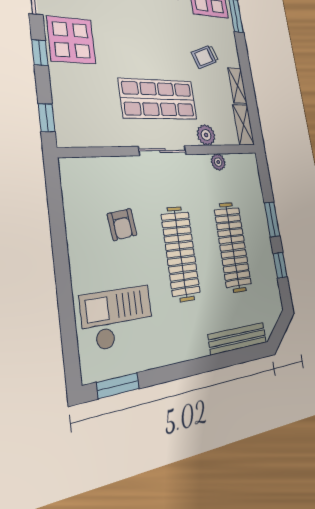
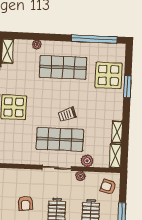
trolley: (205, 57) -> (67, 114), moved
plant: (218, 162) -> (80, 176), moved
armchair: (245, 178) -> (108, 187), added

